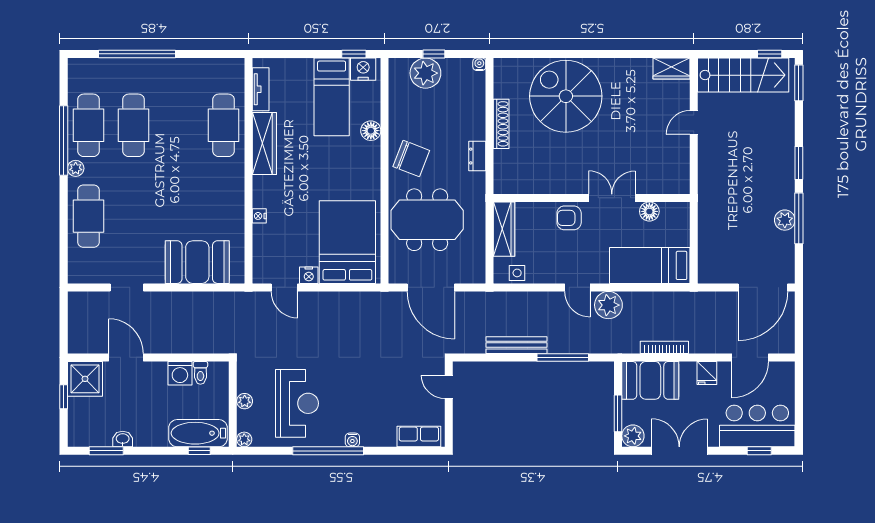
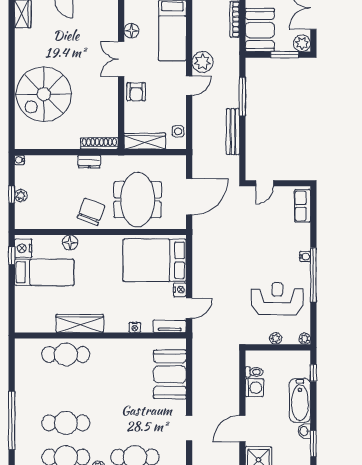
plant: (425, 73) -> (21, 196), width x0.53, depth x0.53
tv unit: (261, 89) -> (170, 326), moved
shoe rack: (501, 124) -> (99, 143), moved
bathtub: (198, 433) -> (300, 400), moved

